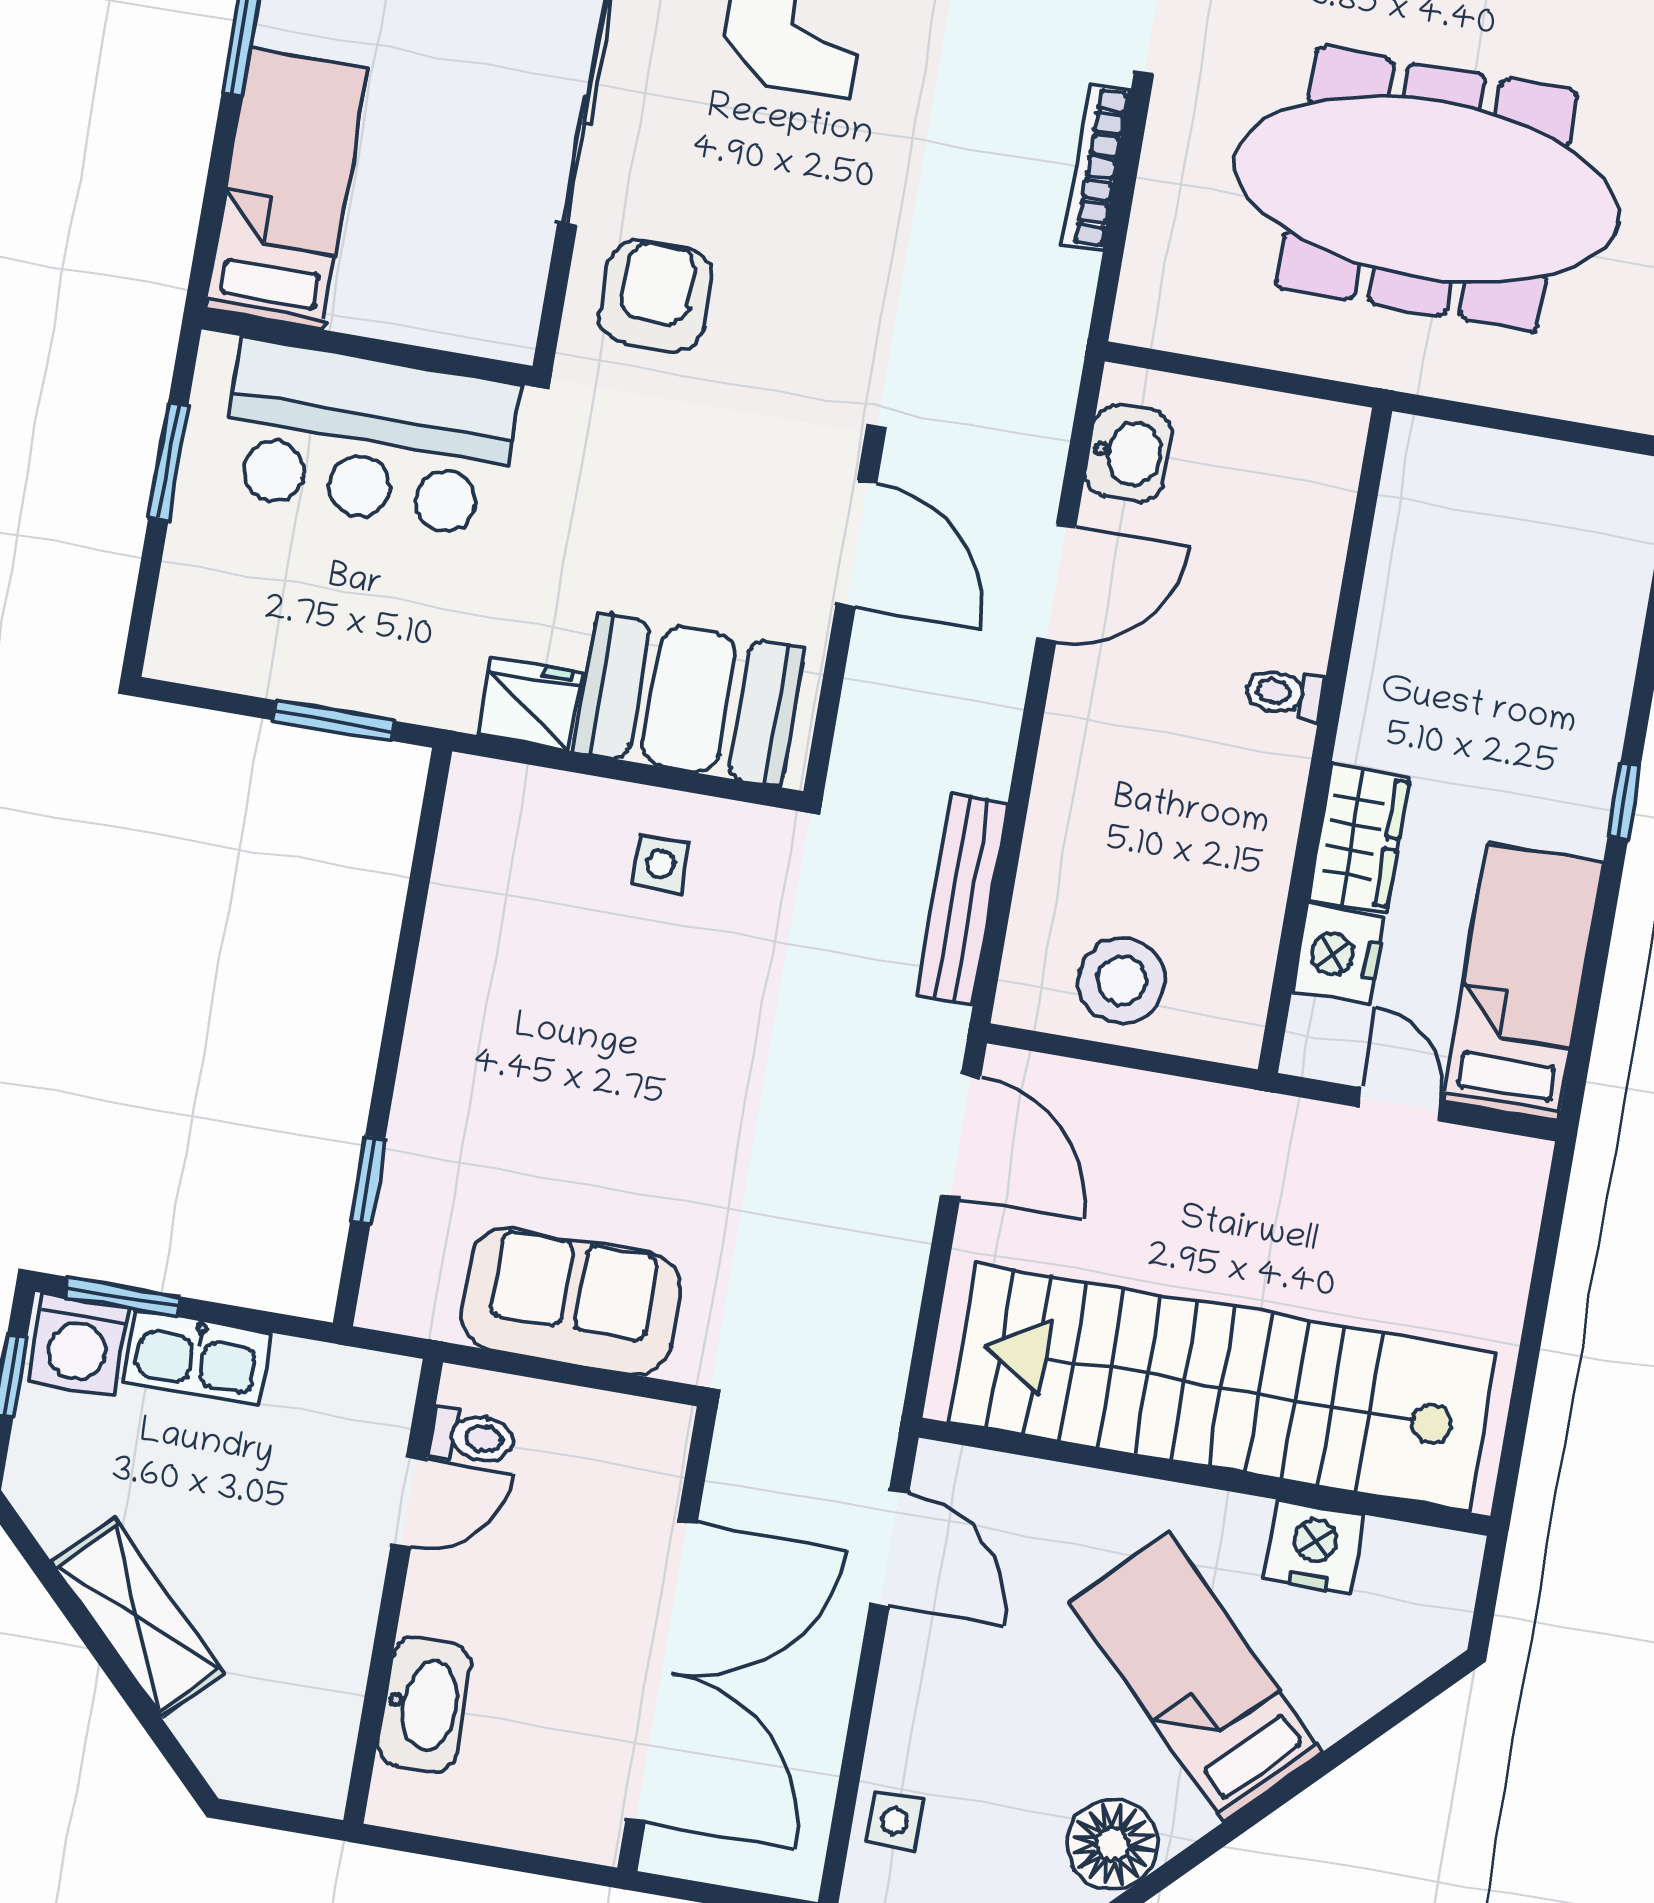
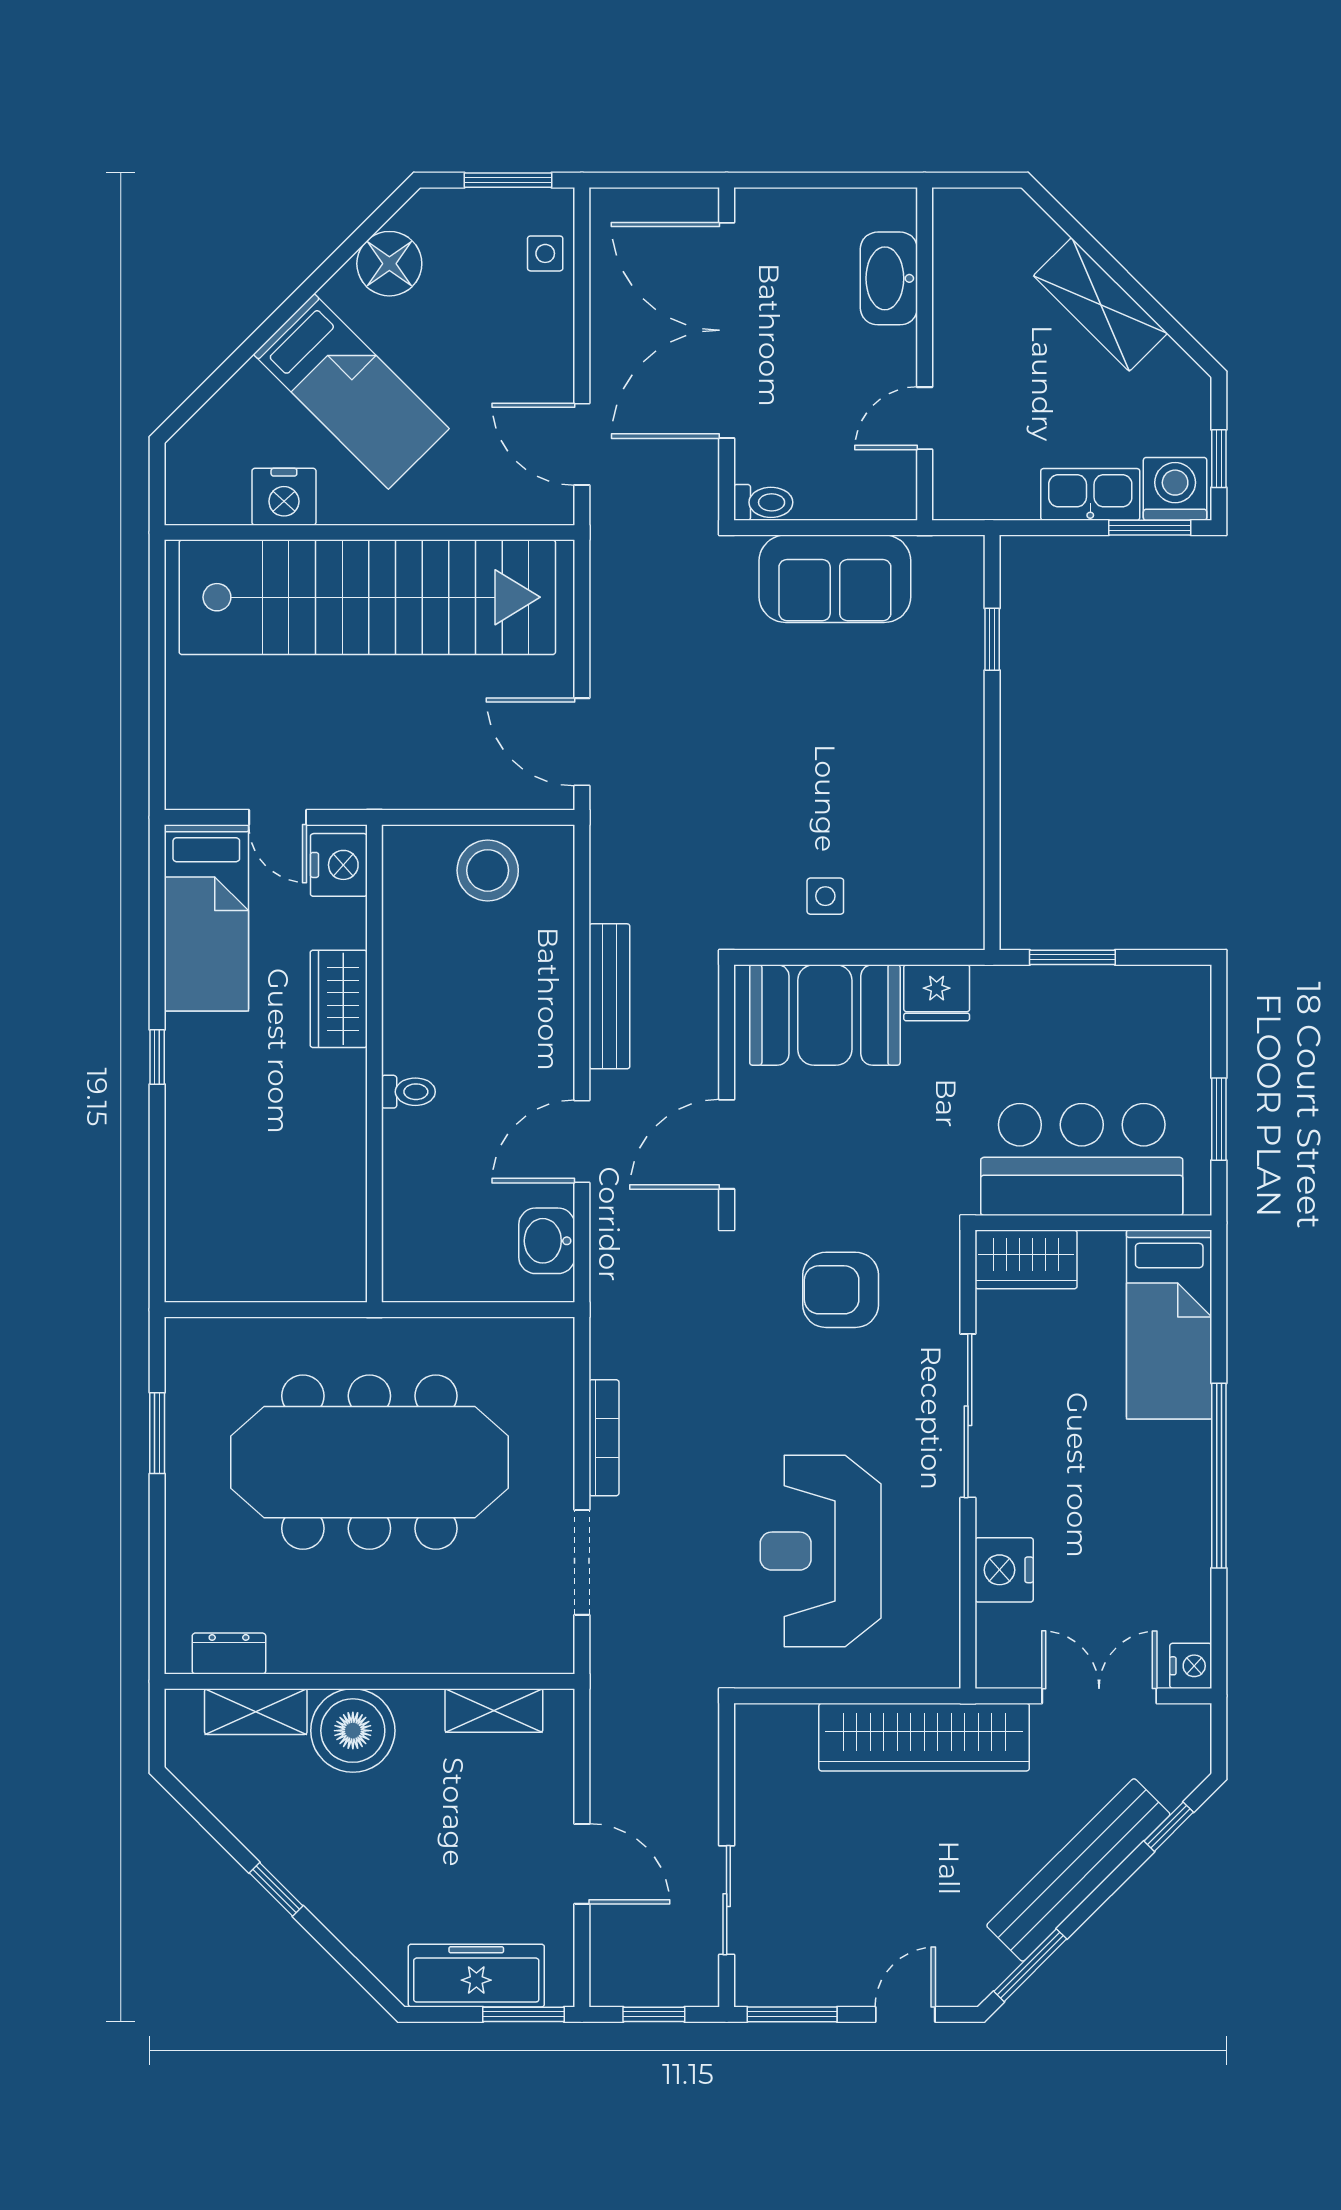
armchair: (656, 296) -> (841, 1290), moved, turned 90
wardrobe: (469, 313) -> (1026, 1259), added
door: (856, 544) -> (727, 1144), hinge flipped
bench: (962, 899) -> (609, 996), moved
nightstand: (1338, 955) -> (339, 865), moved
toilet: (472, 1437) -> (763, 502), moved, turned 180

